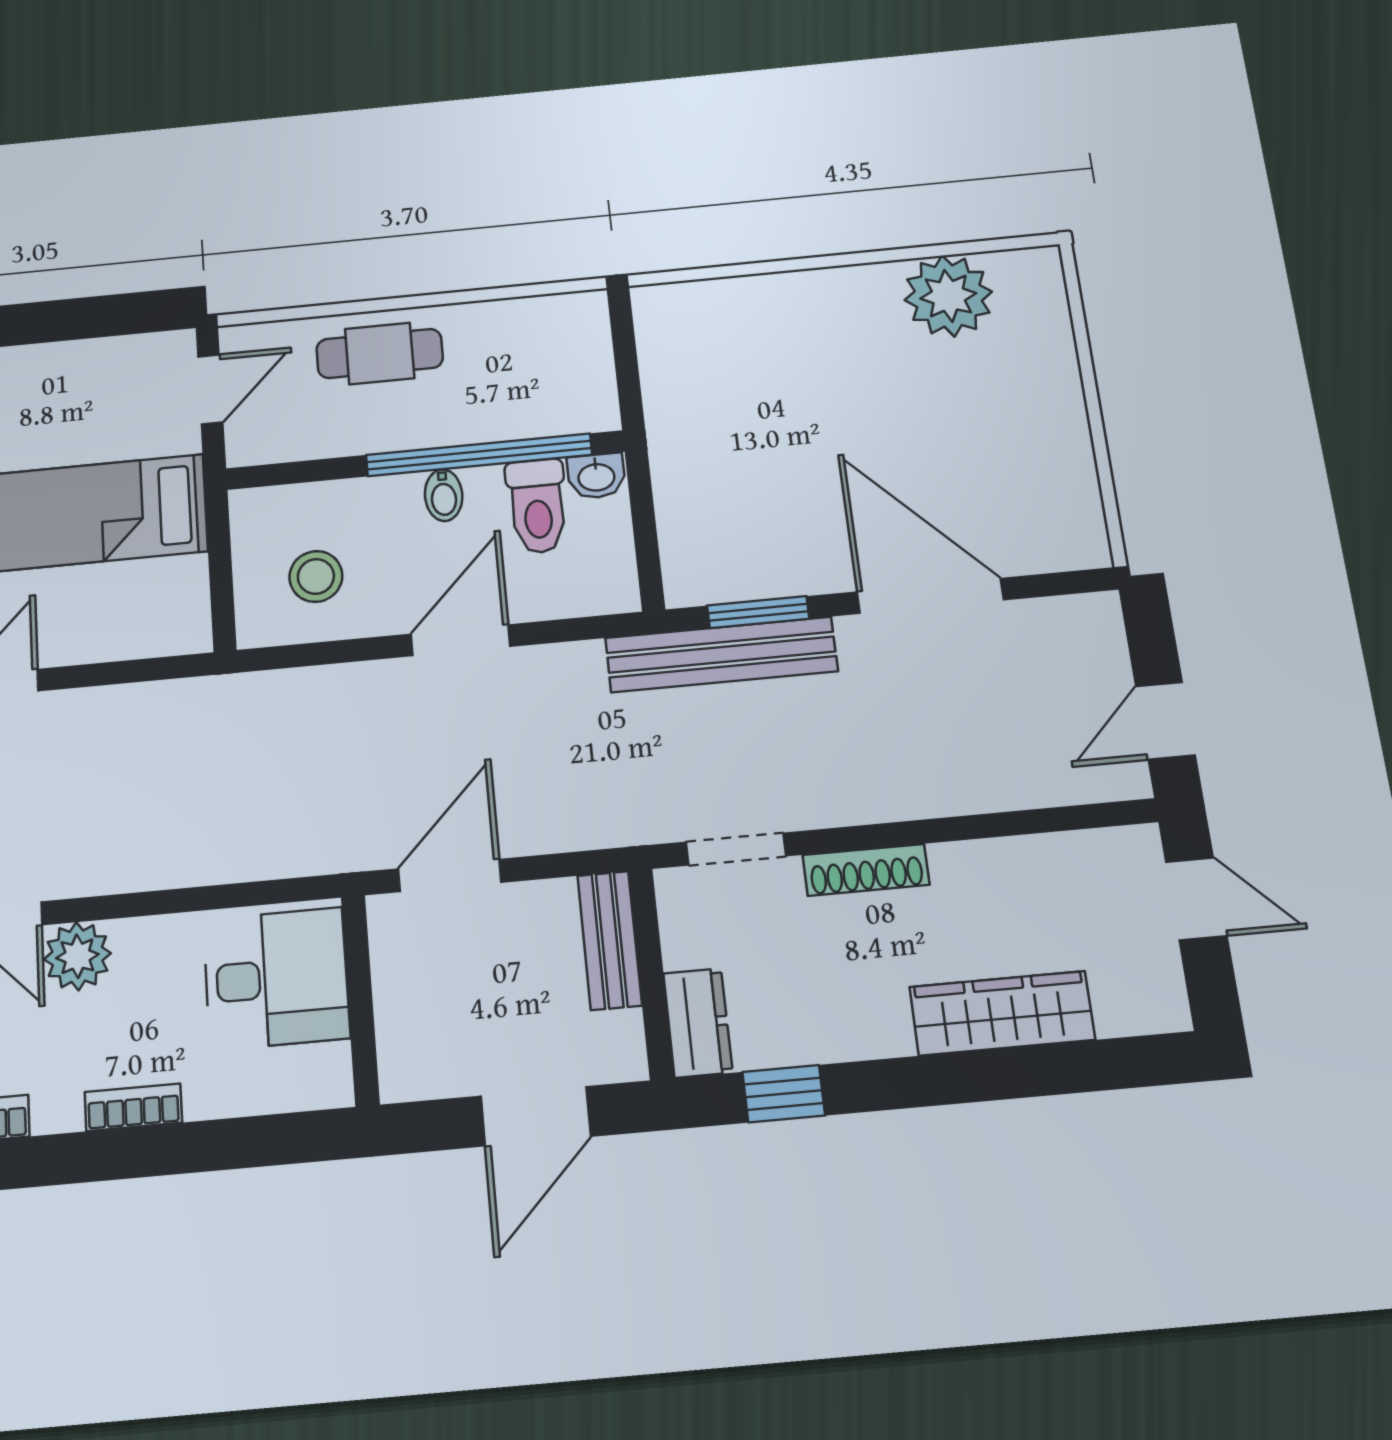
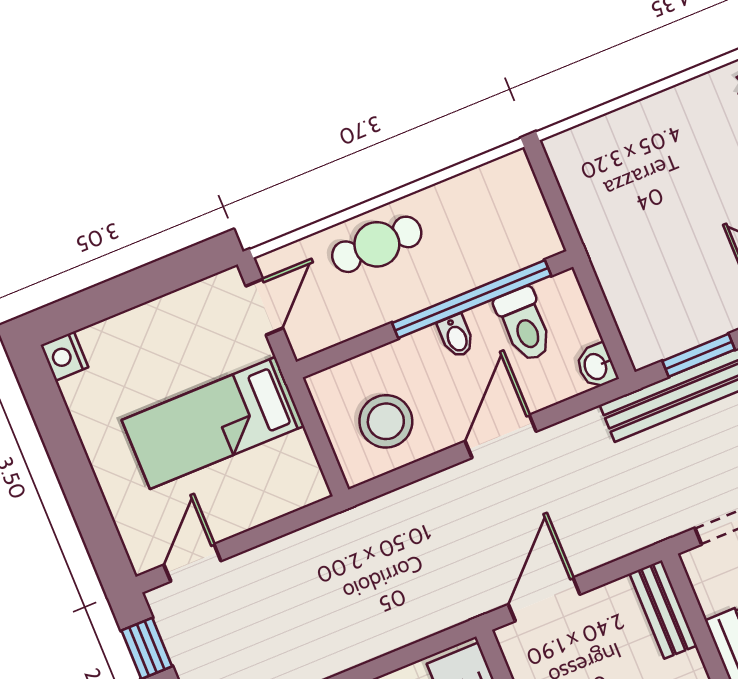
washbasin: (596, 476) -> (596, 366), moved, turned 90
stool: (316, 576) -> (386, 421), width x1.38, depth x1.38

